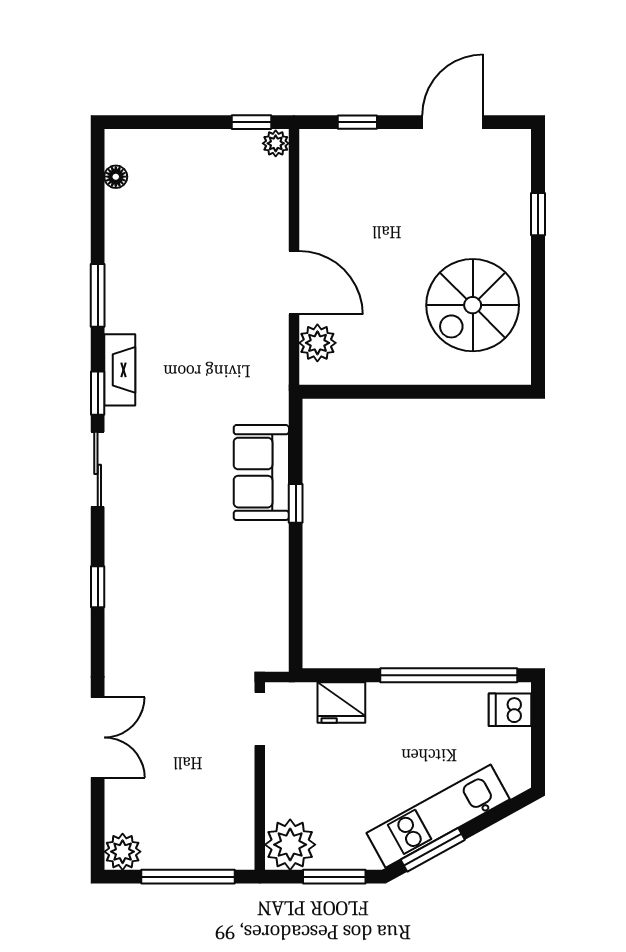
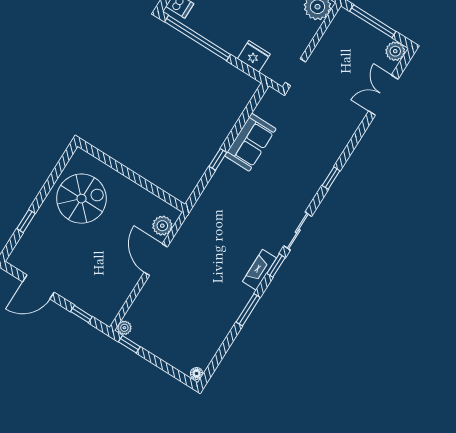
floor lamp: (116, 177) -> (197, 373), moved
sofa: (261, 473) -> (250, 142), moved
double door: (98, 737) -> (383, 95), moved

